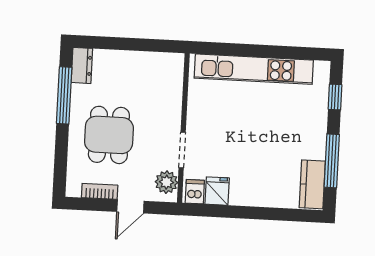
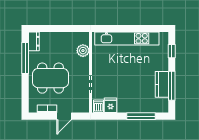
dining table: (109, 135) -> (50, 78), width x1.38
plant: (166, 182) -> (83, 51), moved
kitchen counter: (312, 184) -> (162, 84), moved
window: (272, 214) -> (141, 116), added

